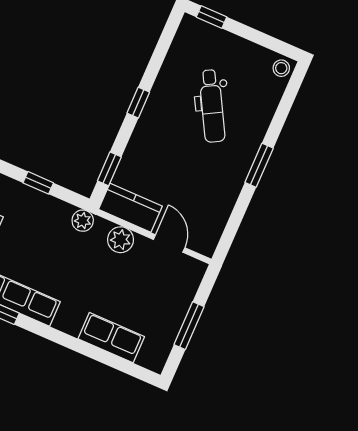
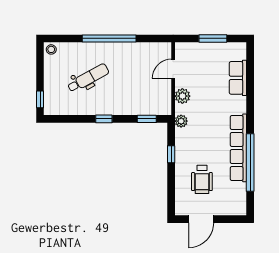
window: (259, 165) -> (109, 38), width x2.11
kitchen counter: (130, 208) -> (163, 98), removed

